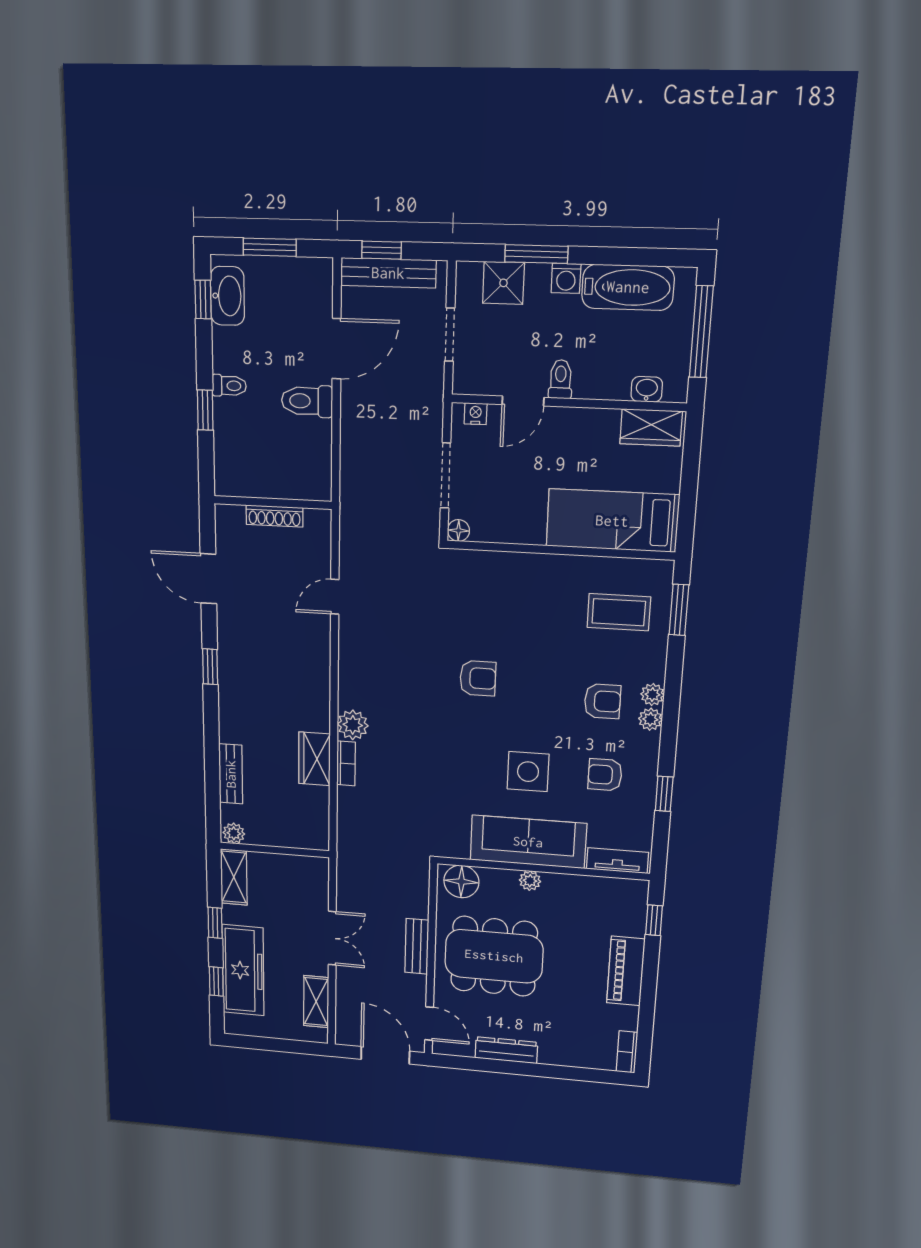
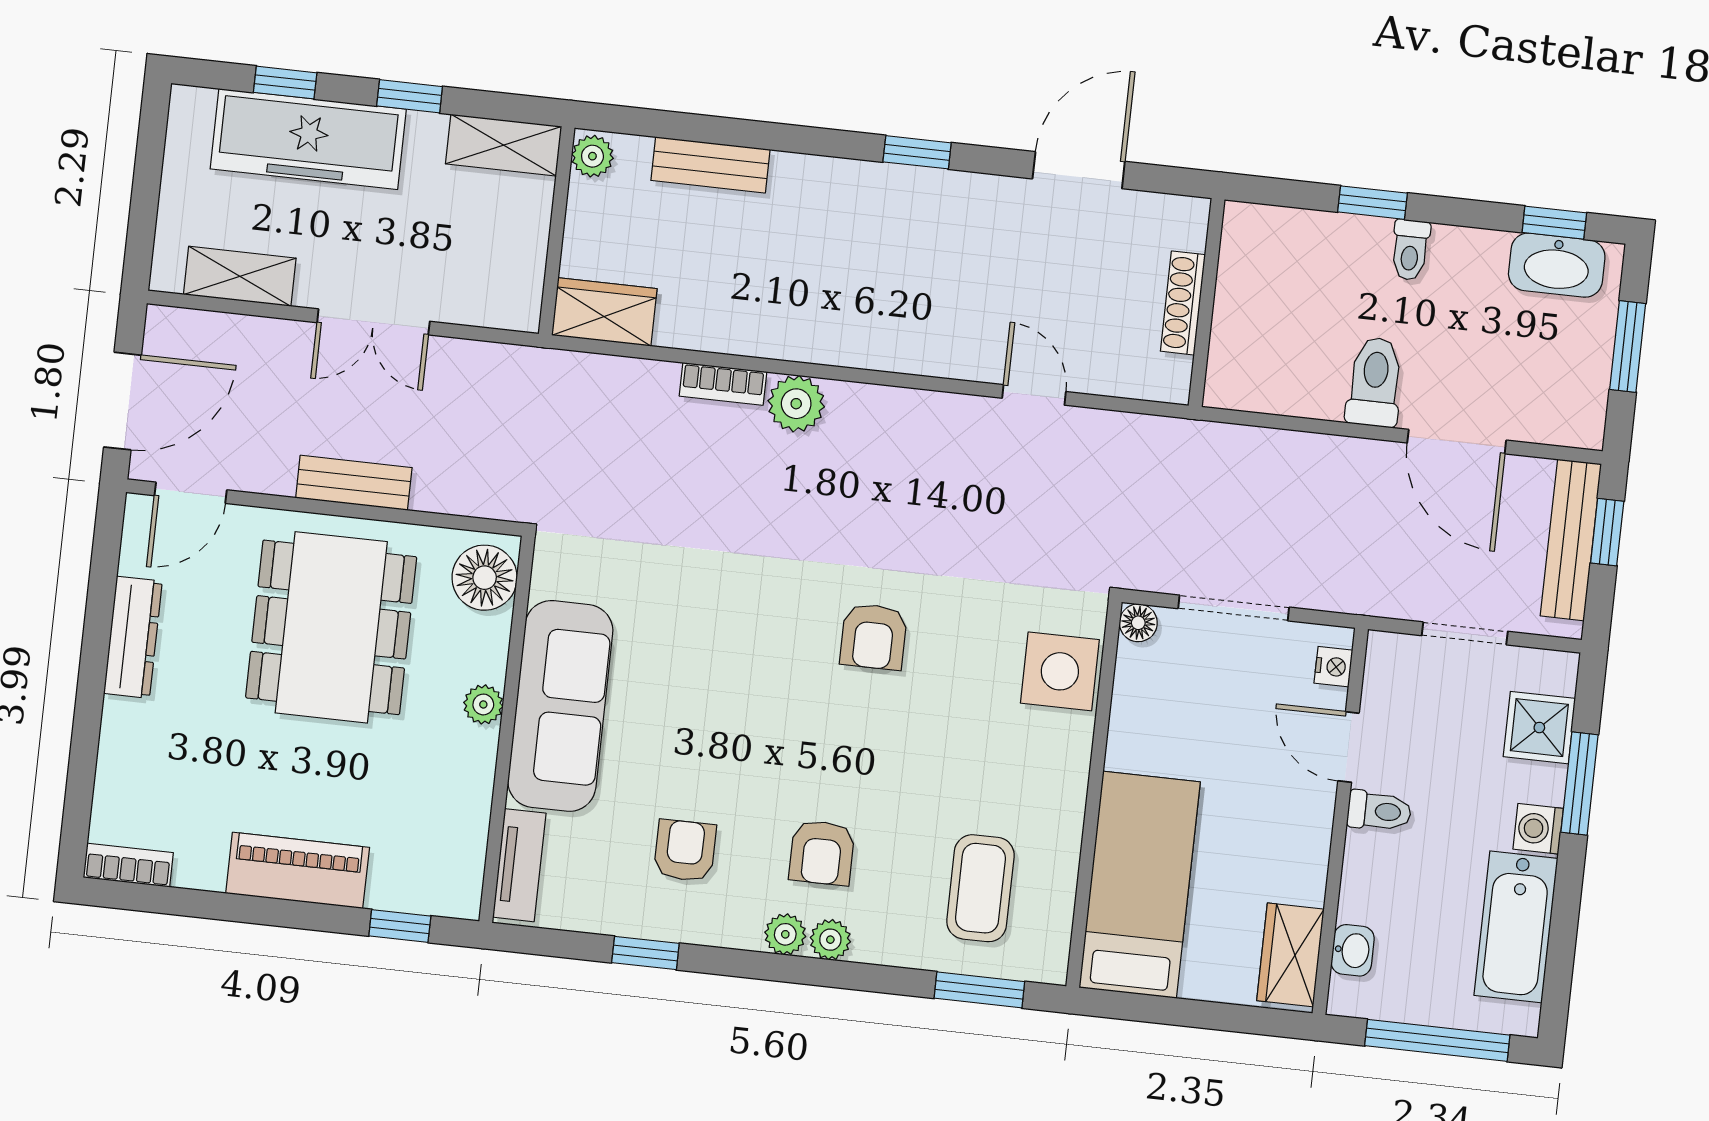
wardrobe: (315, 759) -> (604, 312), moved
side table: (528, 772) -> (1060, 671), moved

